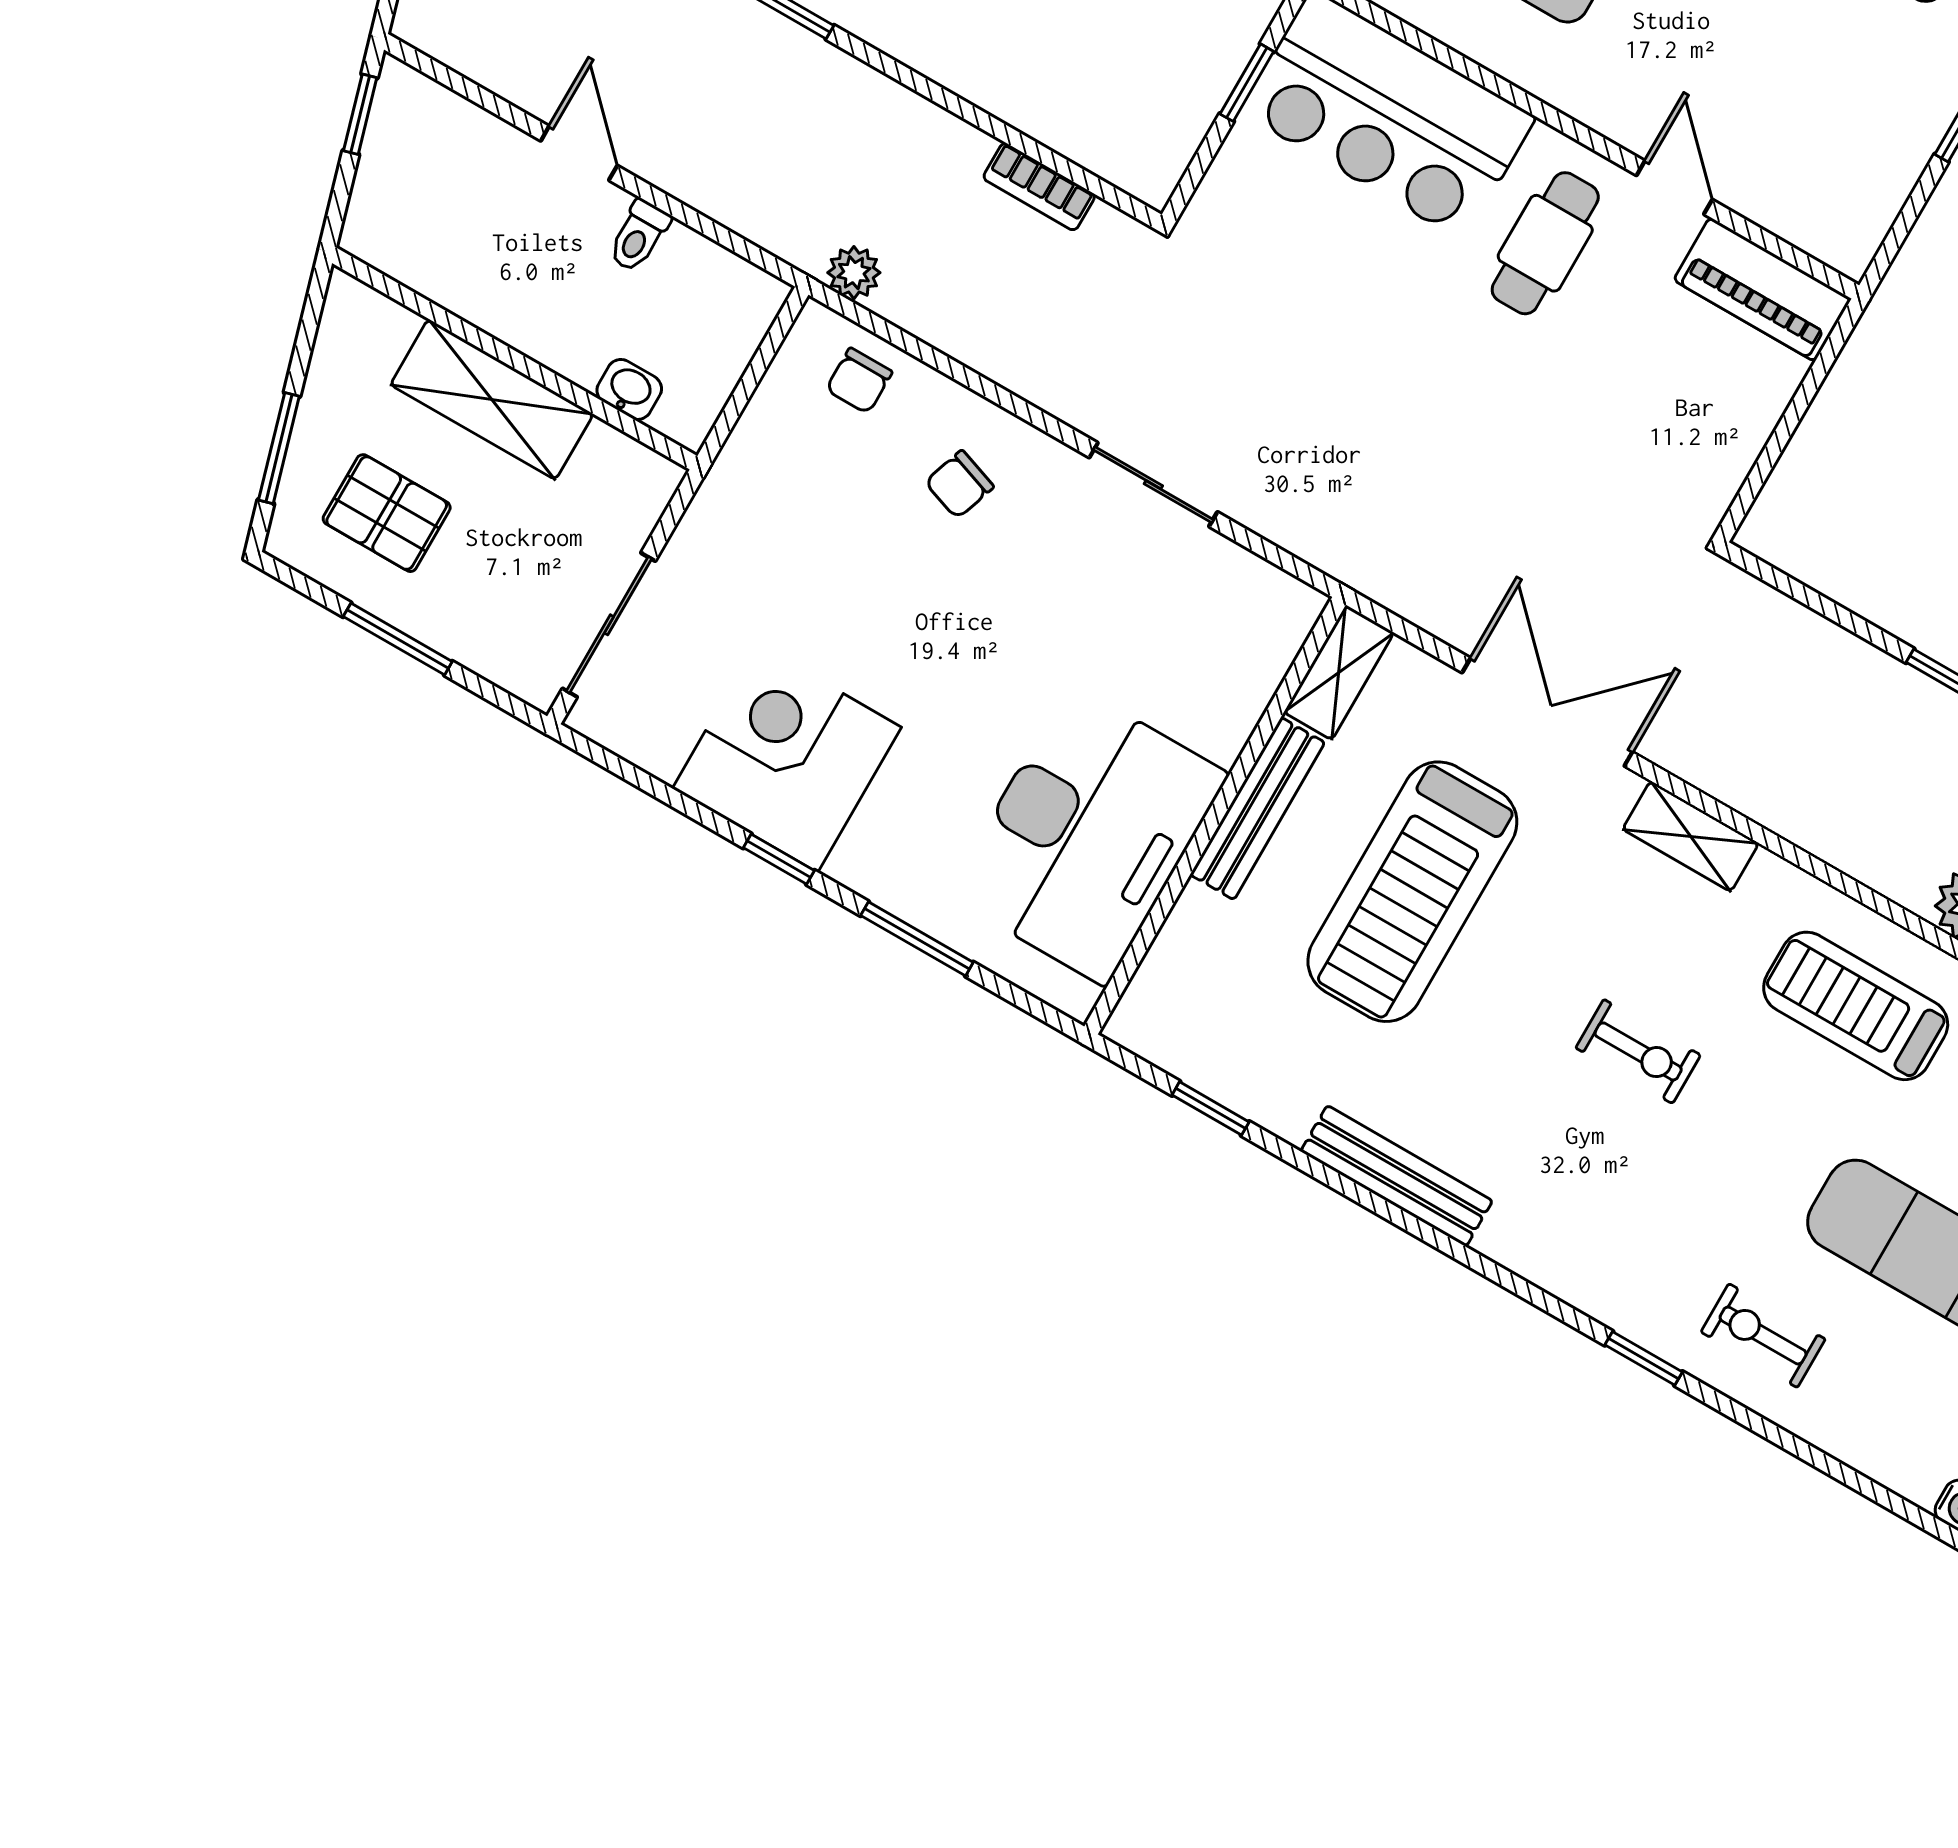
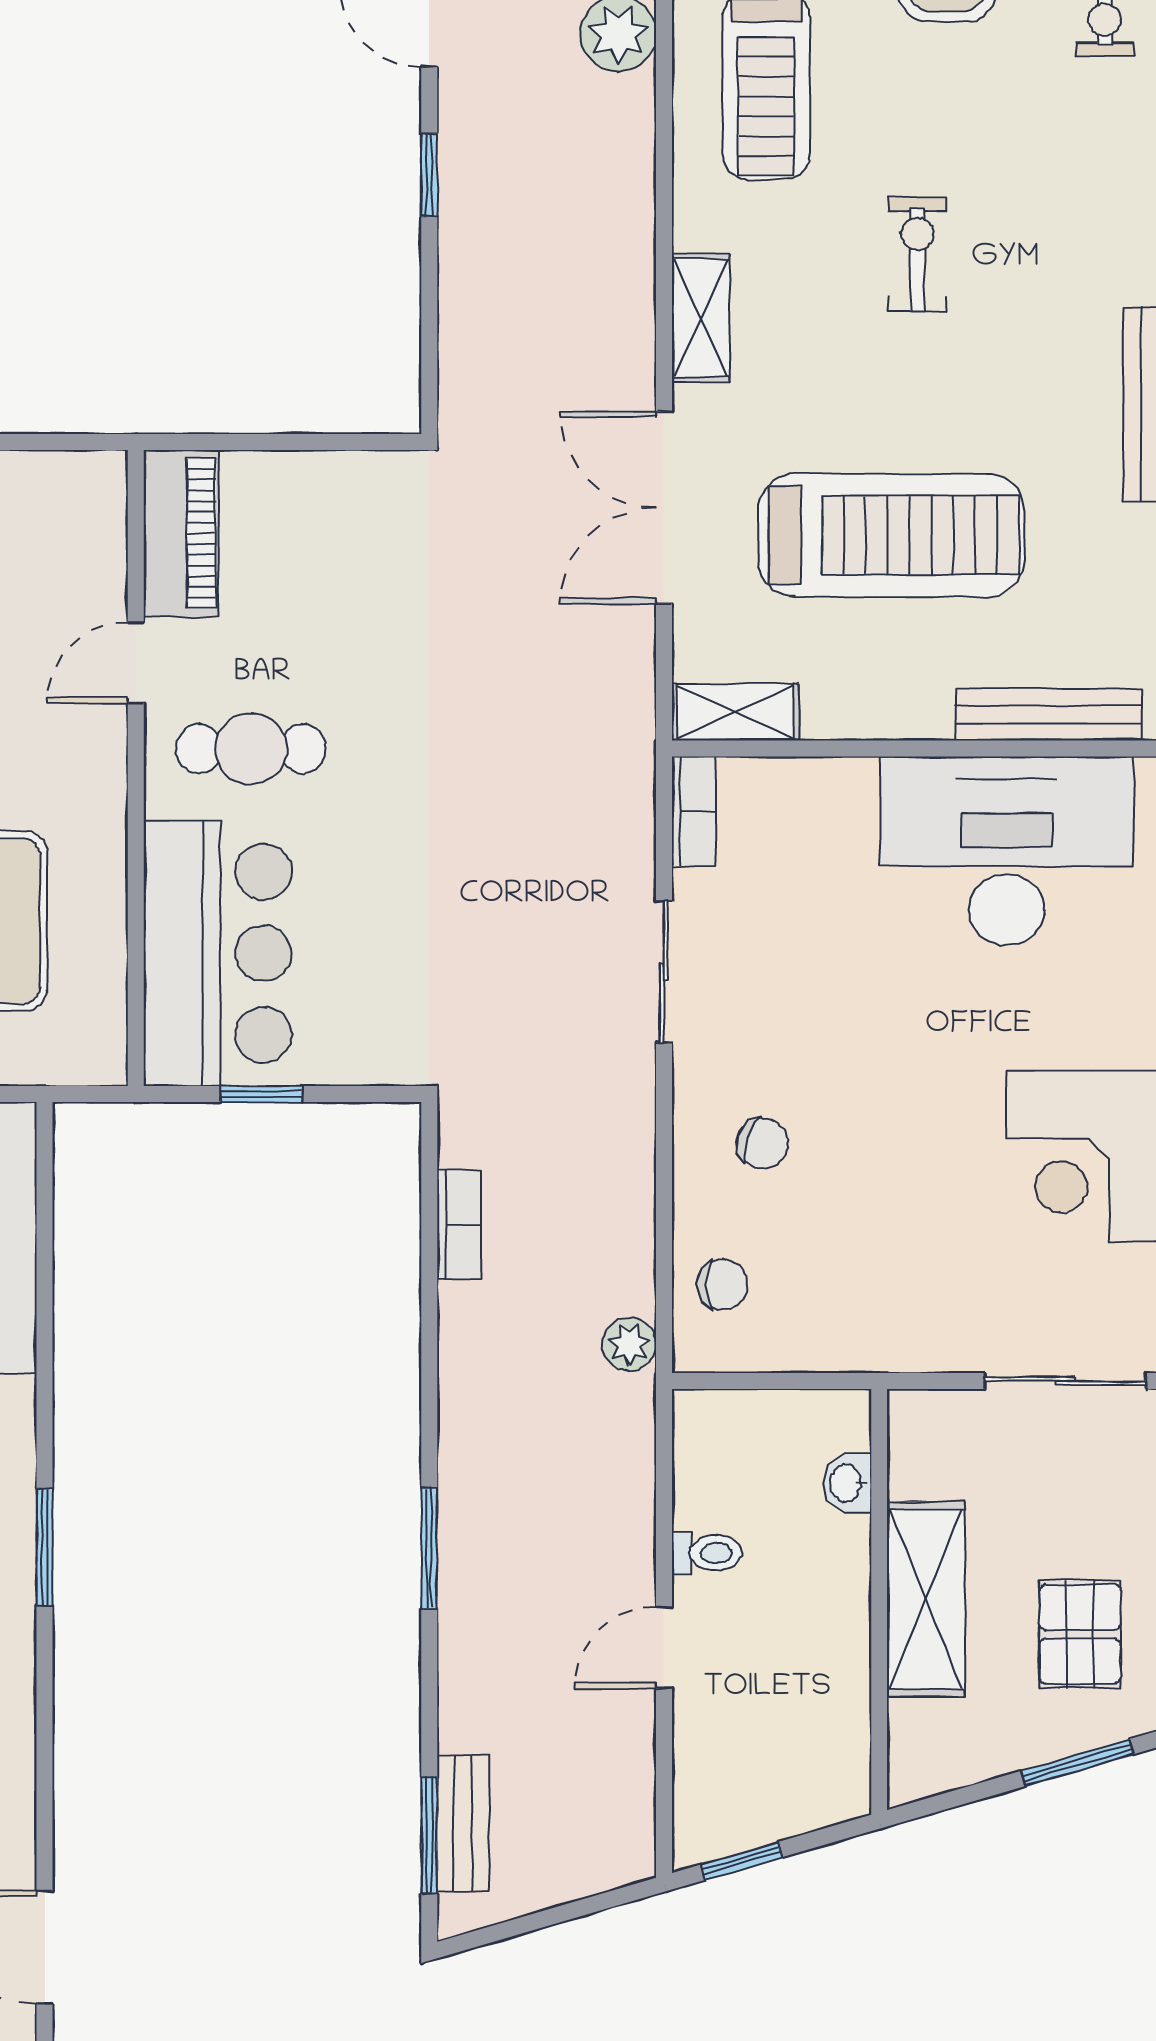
bookcase: (1275, 589) -> (694, 811), added
bench: (1257, 809) -> (1049, 715), moved

